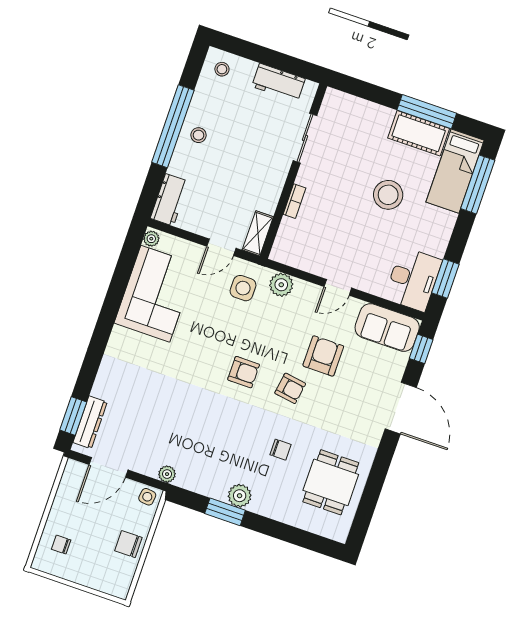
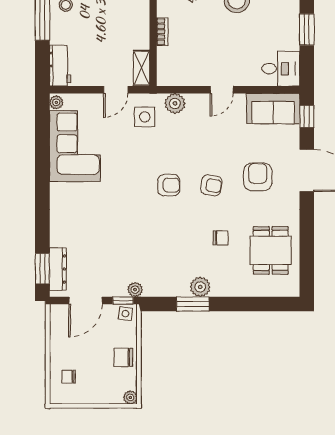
desk: (413, 279) -> (281, 69), width x0.73
window: (445, 279) -> (307, 29), moved
armchair: (323, 356) -> (258, 177), moved
window: (150, 481) -> (123, 301), added
plant: (121, 591) -> (130, 397), added

